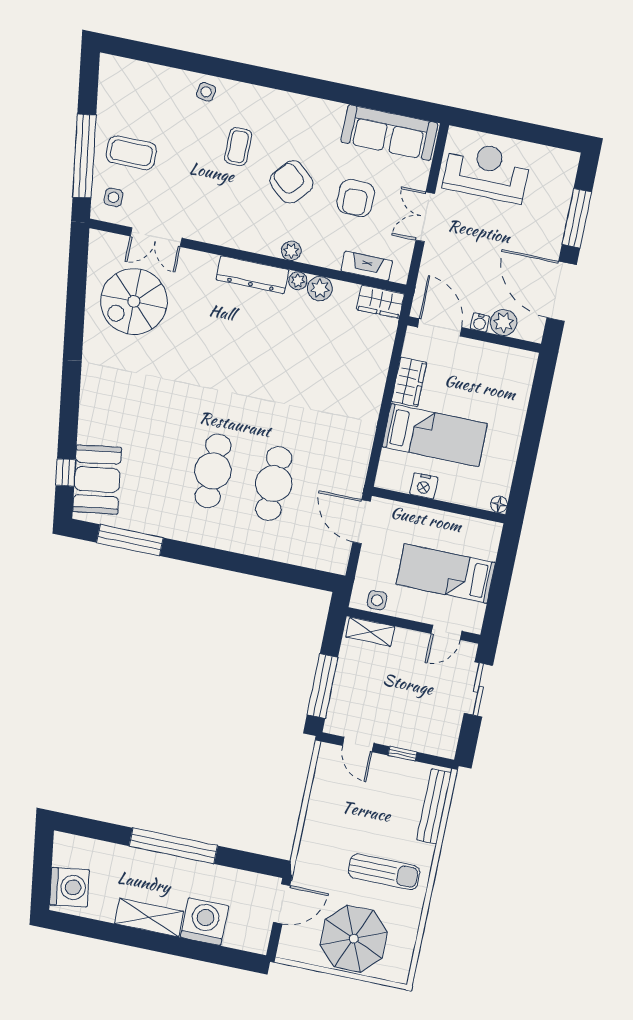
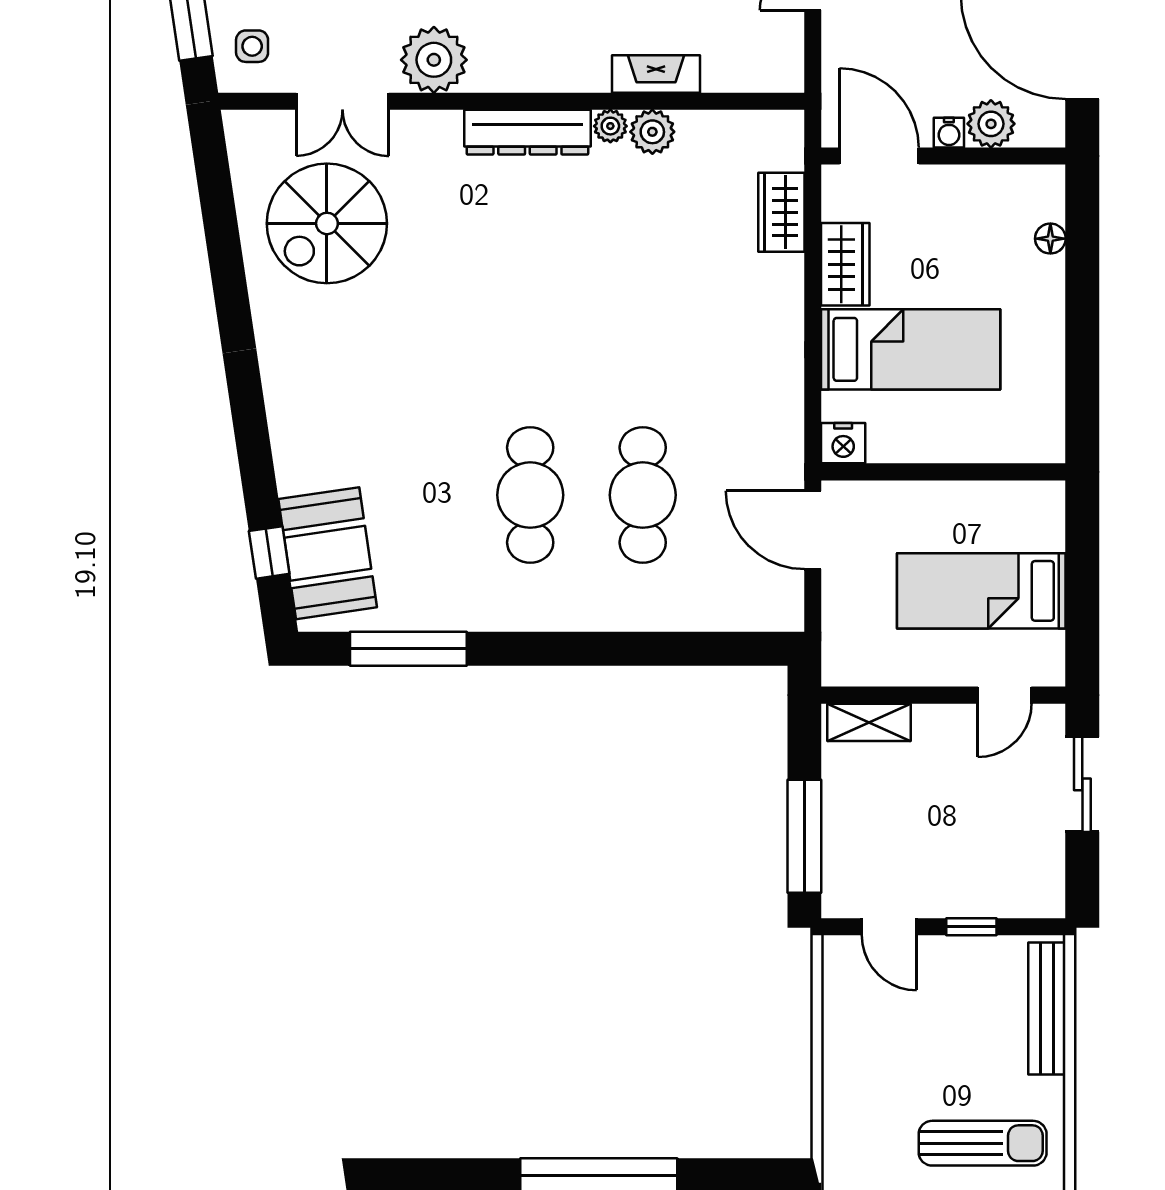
plant: (291, 251) -> (434, 60), moved, width x1.87, depth x1.87
fireplace: (367, 266) -> (656, 74), moved
wardrobe: (380, 302) -> (781, 212), moved, turned 90
nightstand: (424, 486) -> (843, 443), moved
floor lamp: (499, 504) -> (1050, 239), moved
side table: (377, 600) -> (869, 664), removed

